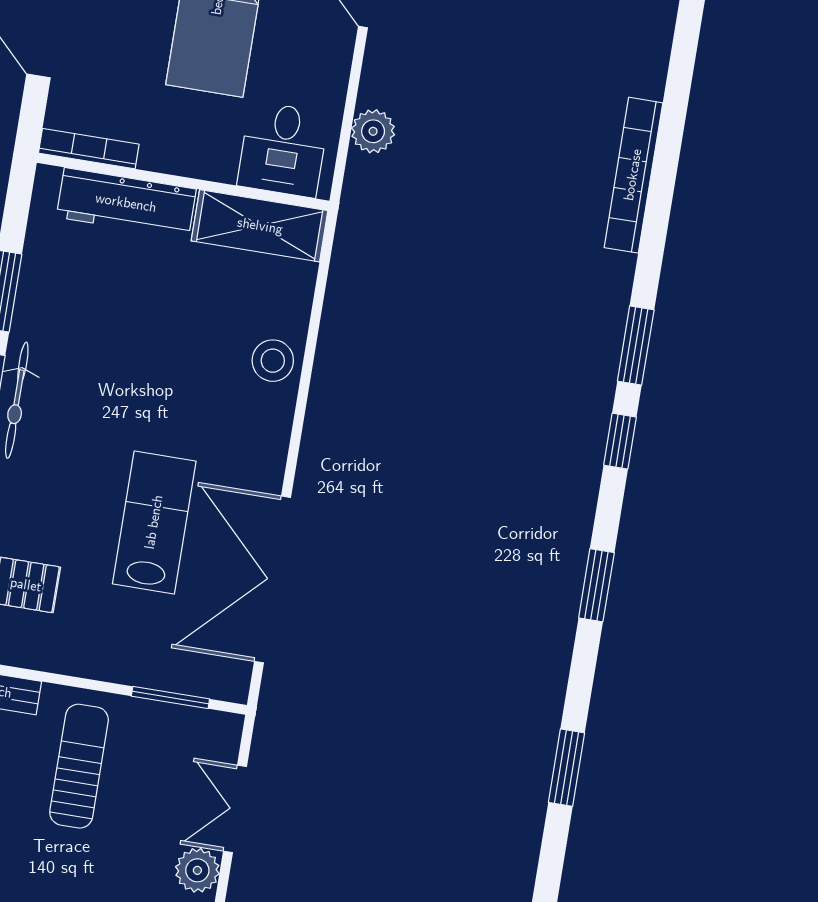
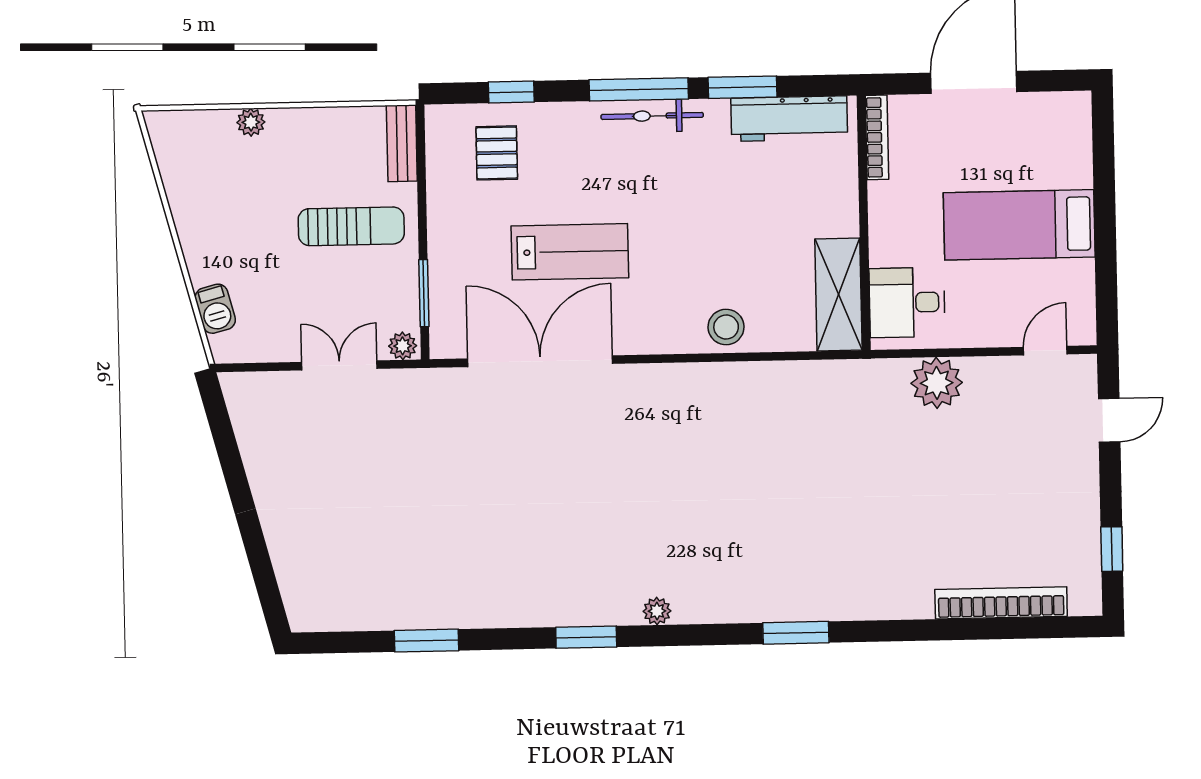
plant: (373, 131) -> (937, 383), width x1.36, depth x1.36
bookcase: (633, 175) -> (1001, 603), moved
workbench: (126, 203) -> (789, 119), moved, turned -90
window: (620, 441) -> (712, 635), removed
plant: (582, 499) -> (657, 611), added
plant: (197, 870) -> (403, 346), moved, width x0.73, depth x0.73

